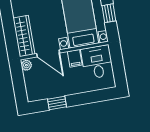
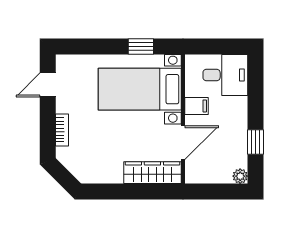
desk: (97, 62) -> (225, 75), moved, turned 180
plant: (26, 65) -> (240, 176), moved

